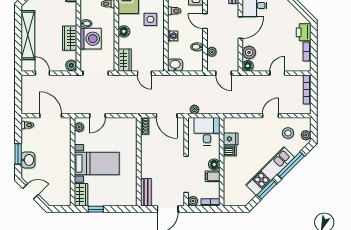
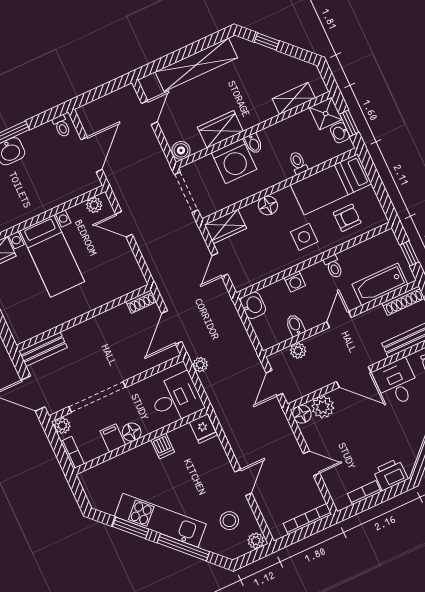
door: (271, 116) -> (243, 483), hinge flipped
plant: (306, 135) -> (256, 541), moved
fridge: (231, 139) -> (203, 429), moved

